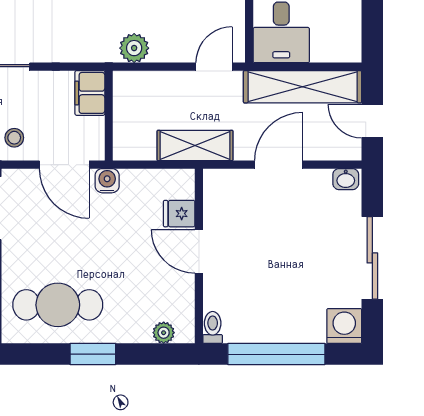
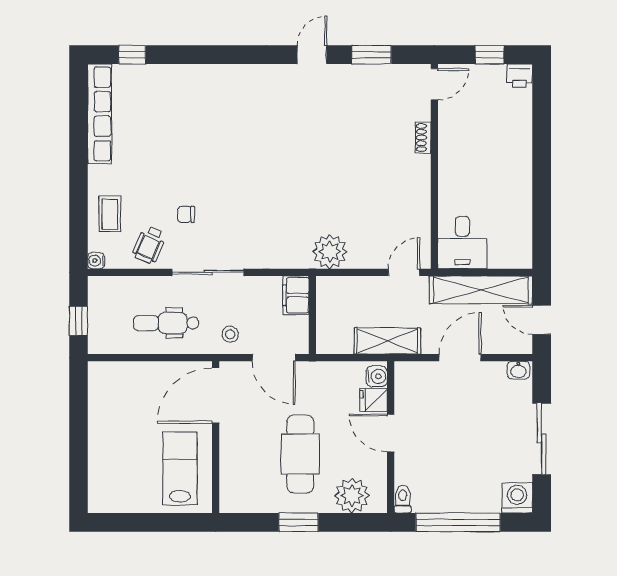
plant: (134, 48) -> (330, 252), width x1.36, depth x1.36
water cooler: (107, 181) -> (377, 376), moved, turned 90
cafe table: (58, 305) -> (300, 454), moved, turned 90
plant: (164, 333) -> (352, 496), width x1.88, depth x1.88

